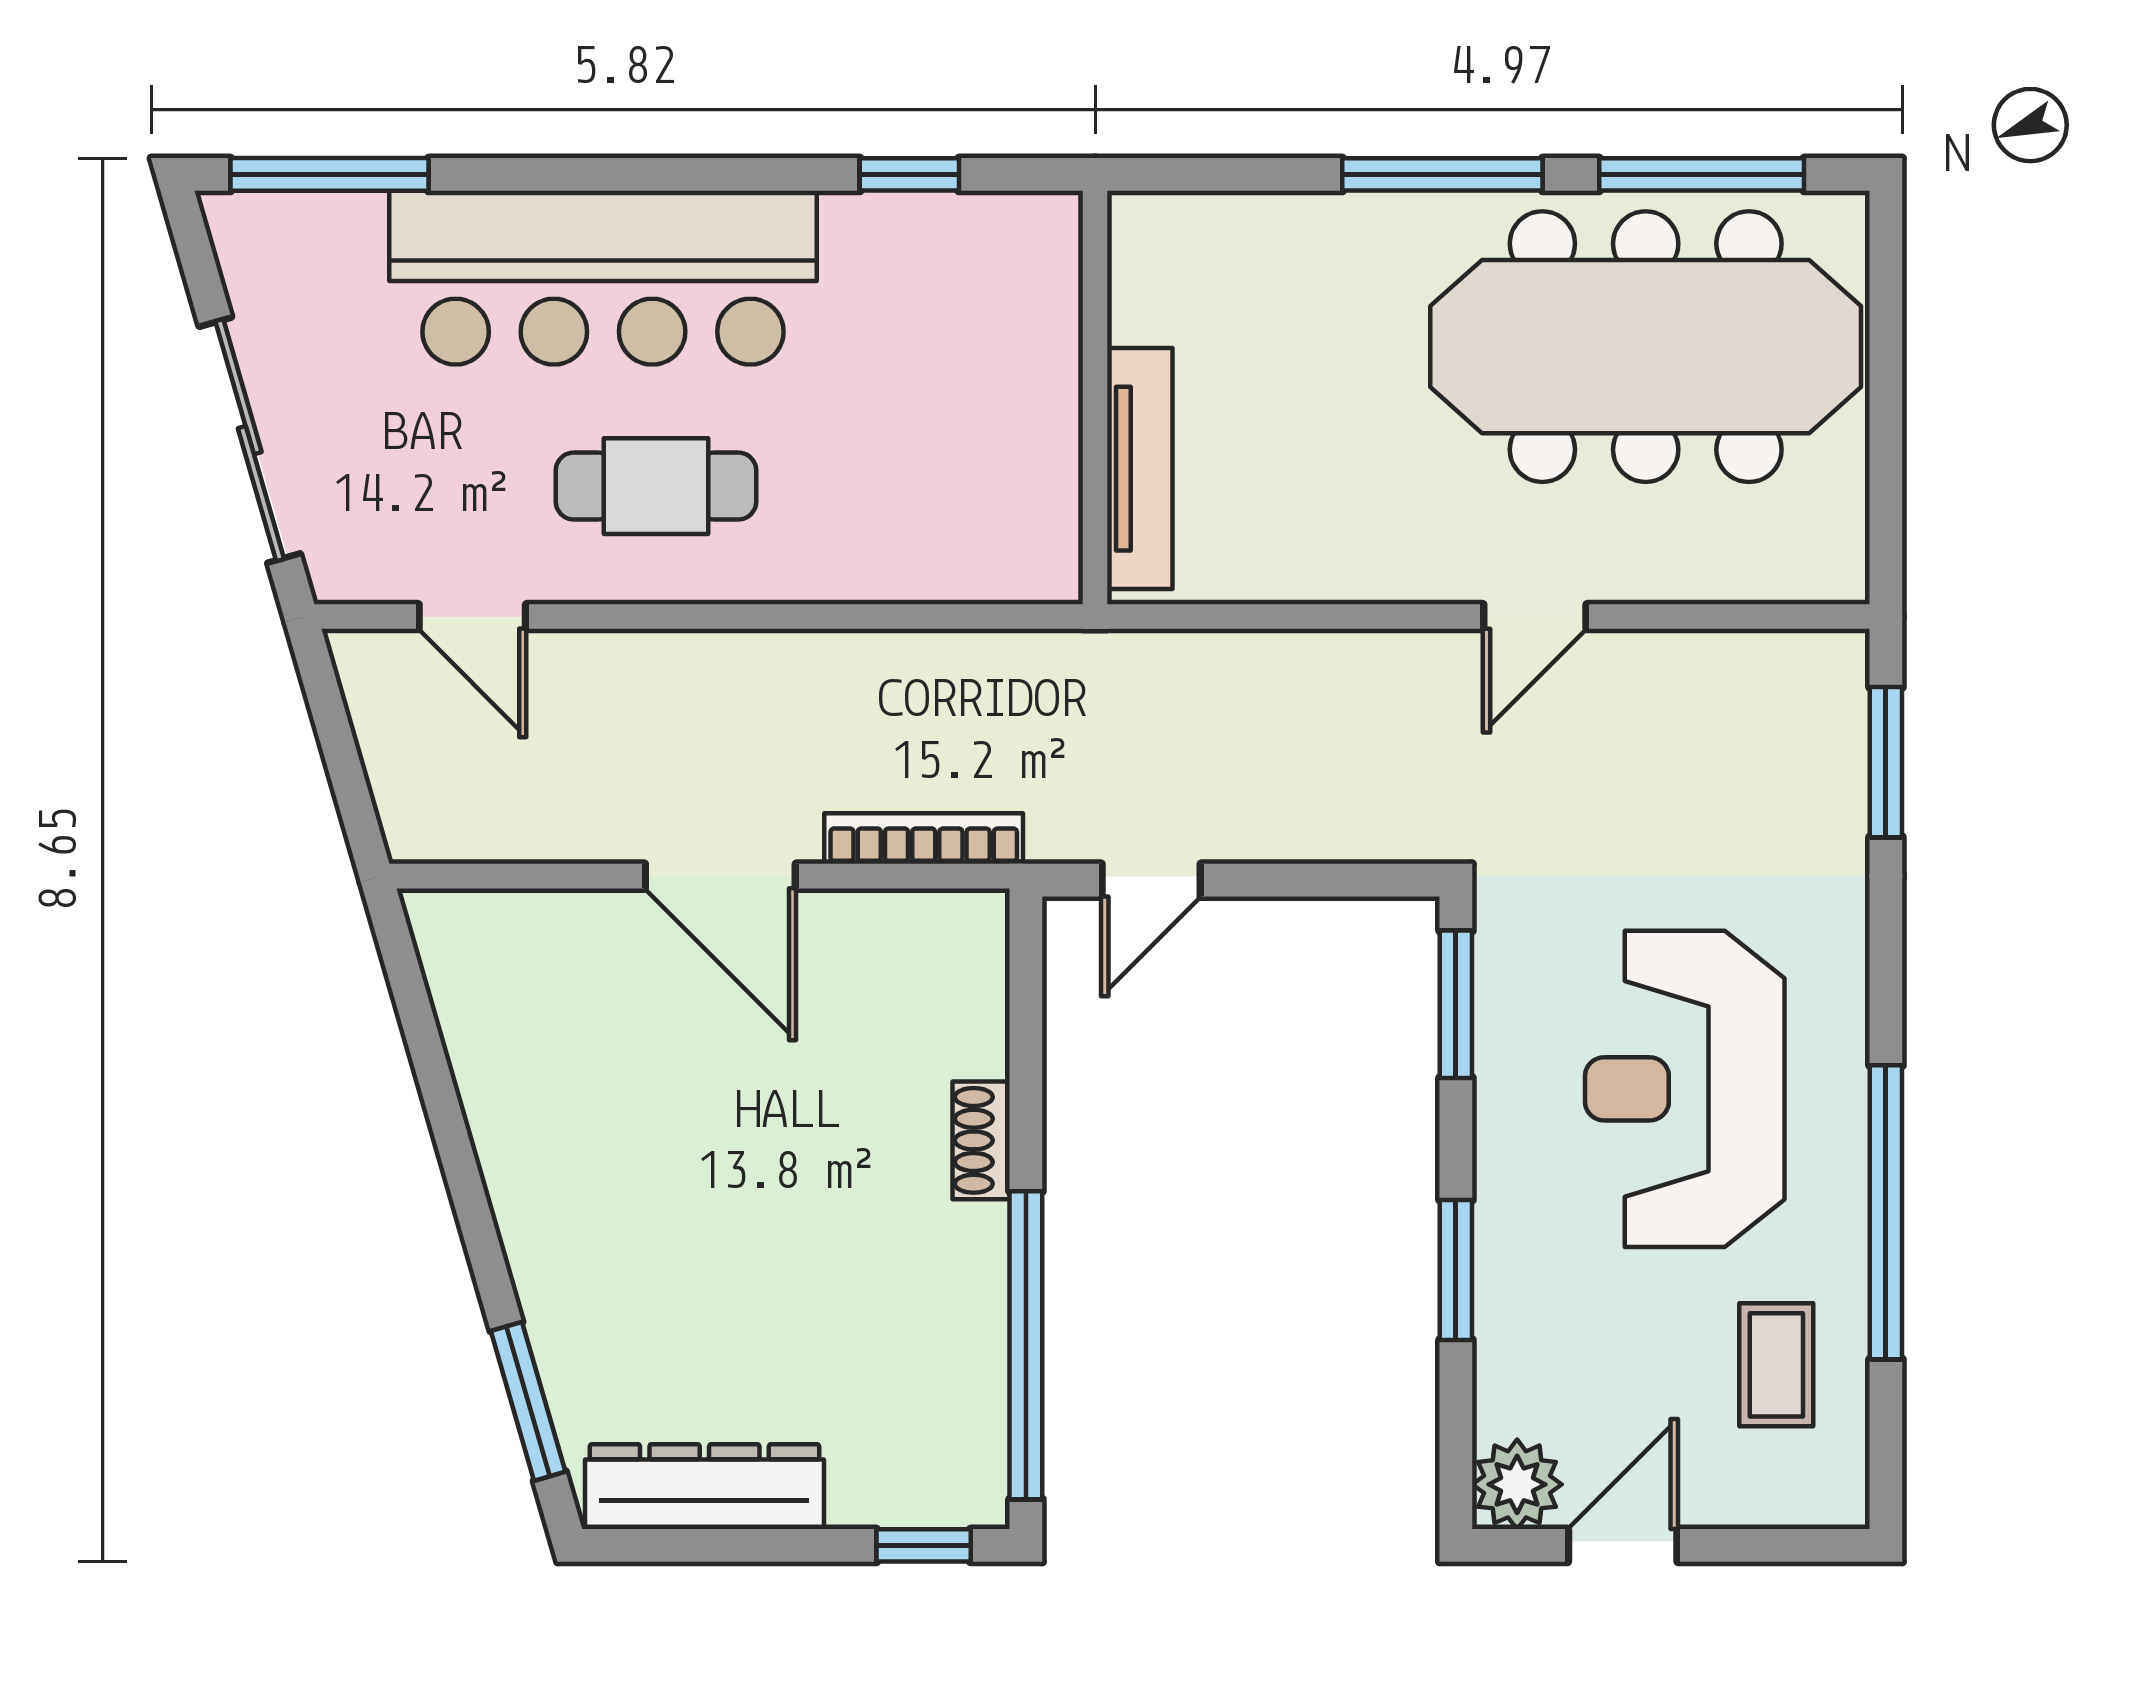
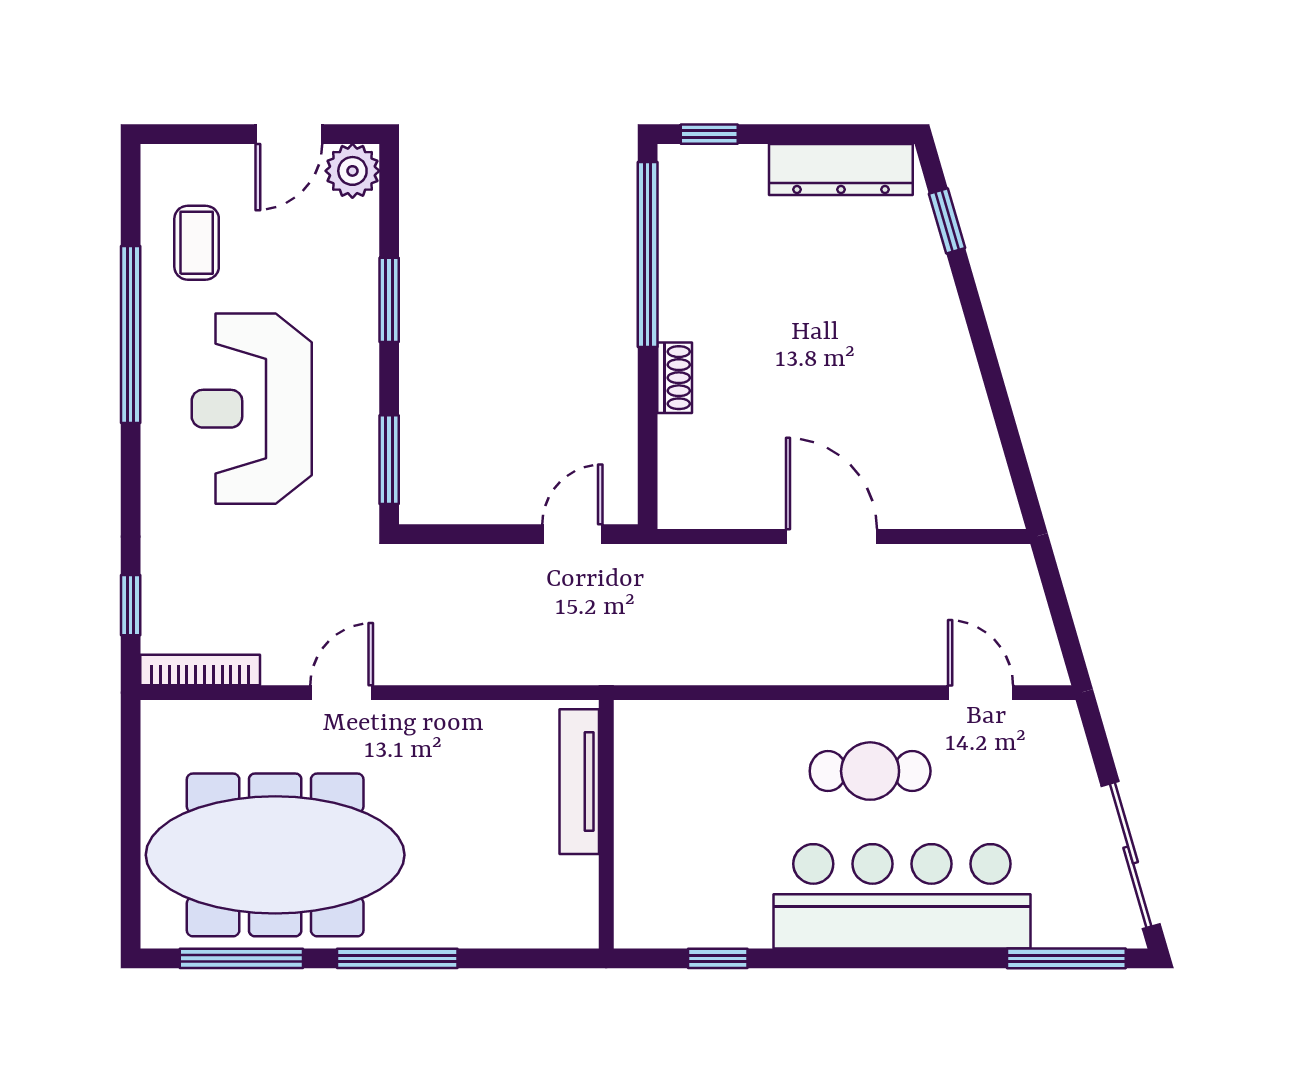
sliding door: (250, 440) -> (1131, 855), moved
window: (1886, 762) -> (131, 605), width x0.67
bookcase: (924, 839) -> (200, 670), moved, turned 180
reception desk: (1685, 1089) -> (252, 409), turned 180
window: (528, 1401) -> (947, 221), width x0.67

